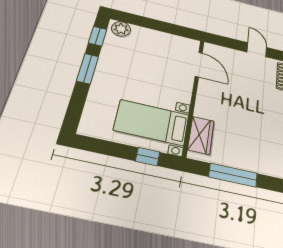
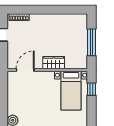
wardrobe: (201, 135) -> (54, 63), moved

